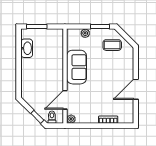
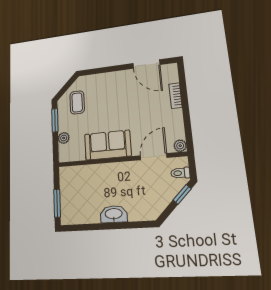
washbasin: (27, 48) -> (114, 214), moved
door: (136, 89) -> (146, 64), moved
door: (65, 100) -> (154, 157), swing flipped

